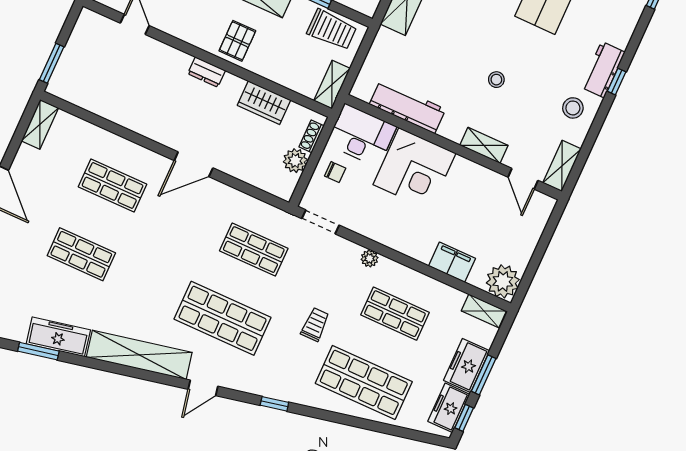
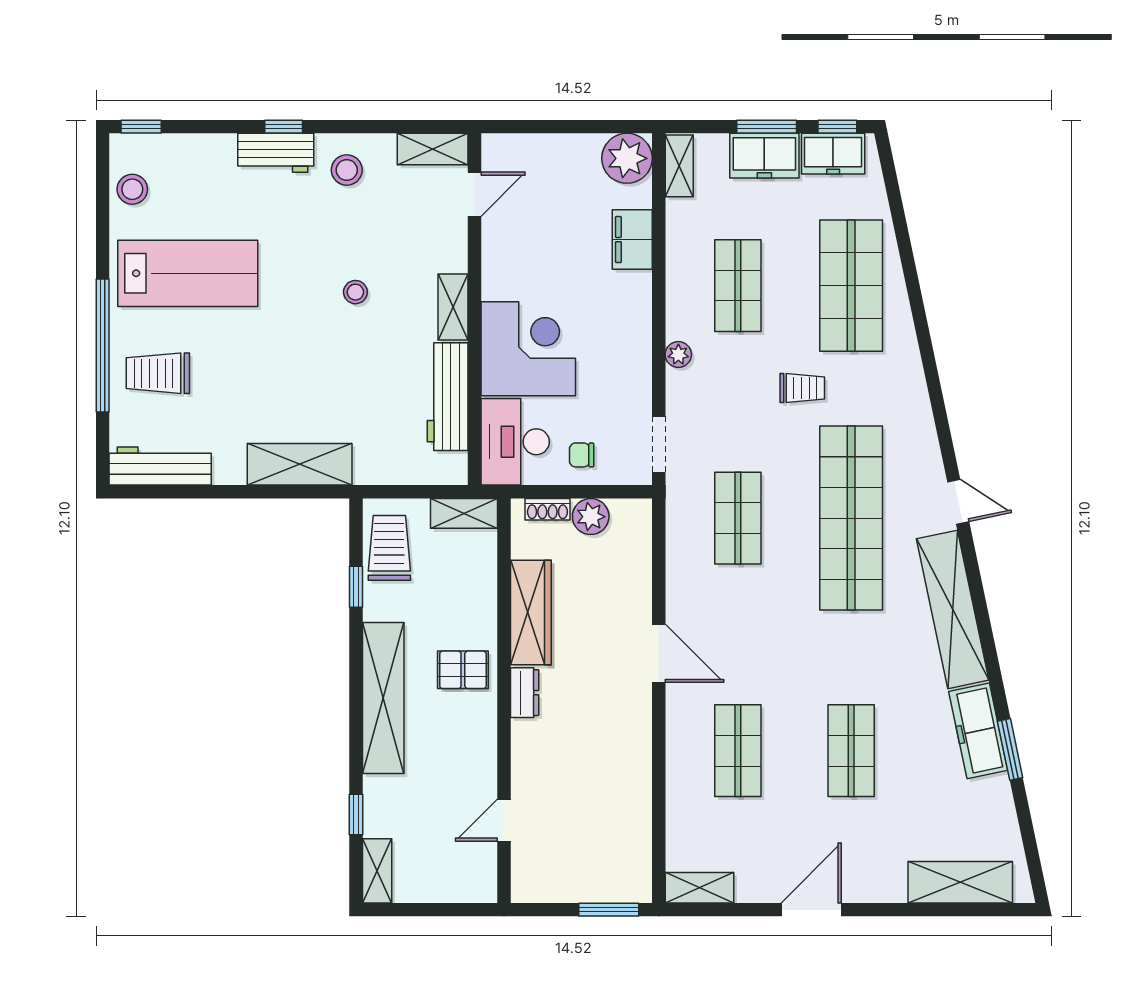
wardrobe: (264, 103) -> (531, 613), width x1.50
shelving: (484, 145) -> (453, 307), moved
chair: (335, 172) -> (582, 455), turned -90
shop shelf: (223, 318) -> (851, 518), width x1.40
trolley: (315, 324) -> (802, 388), turned 180
window: (274, 404) -> (936, 394), removed

